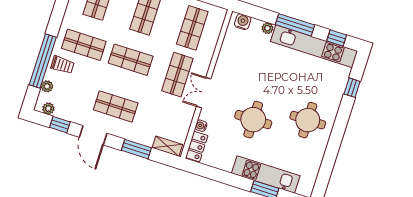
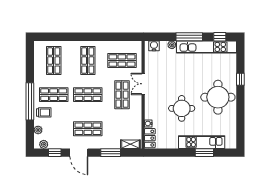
shop shelf: (192, 28) -> (122, 61), turned 90
window: (43, 61) -> (30, 101), moved
window: (352, 88) -> (240, 79), moved
double door: (204, 93) -> (143, 84), moved
round table: (308, 120) -> (218, 97), width x1.36, depth x1.36

